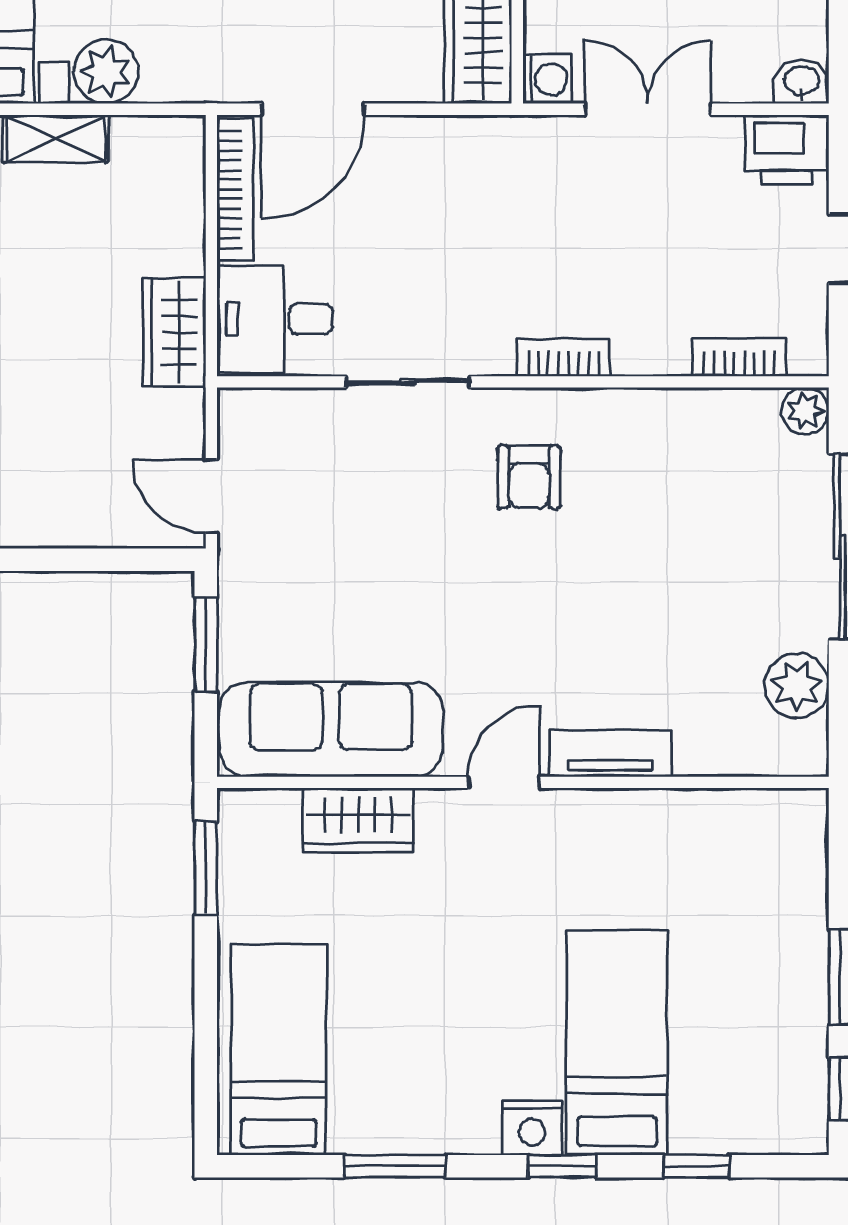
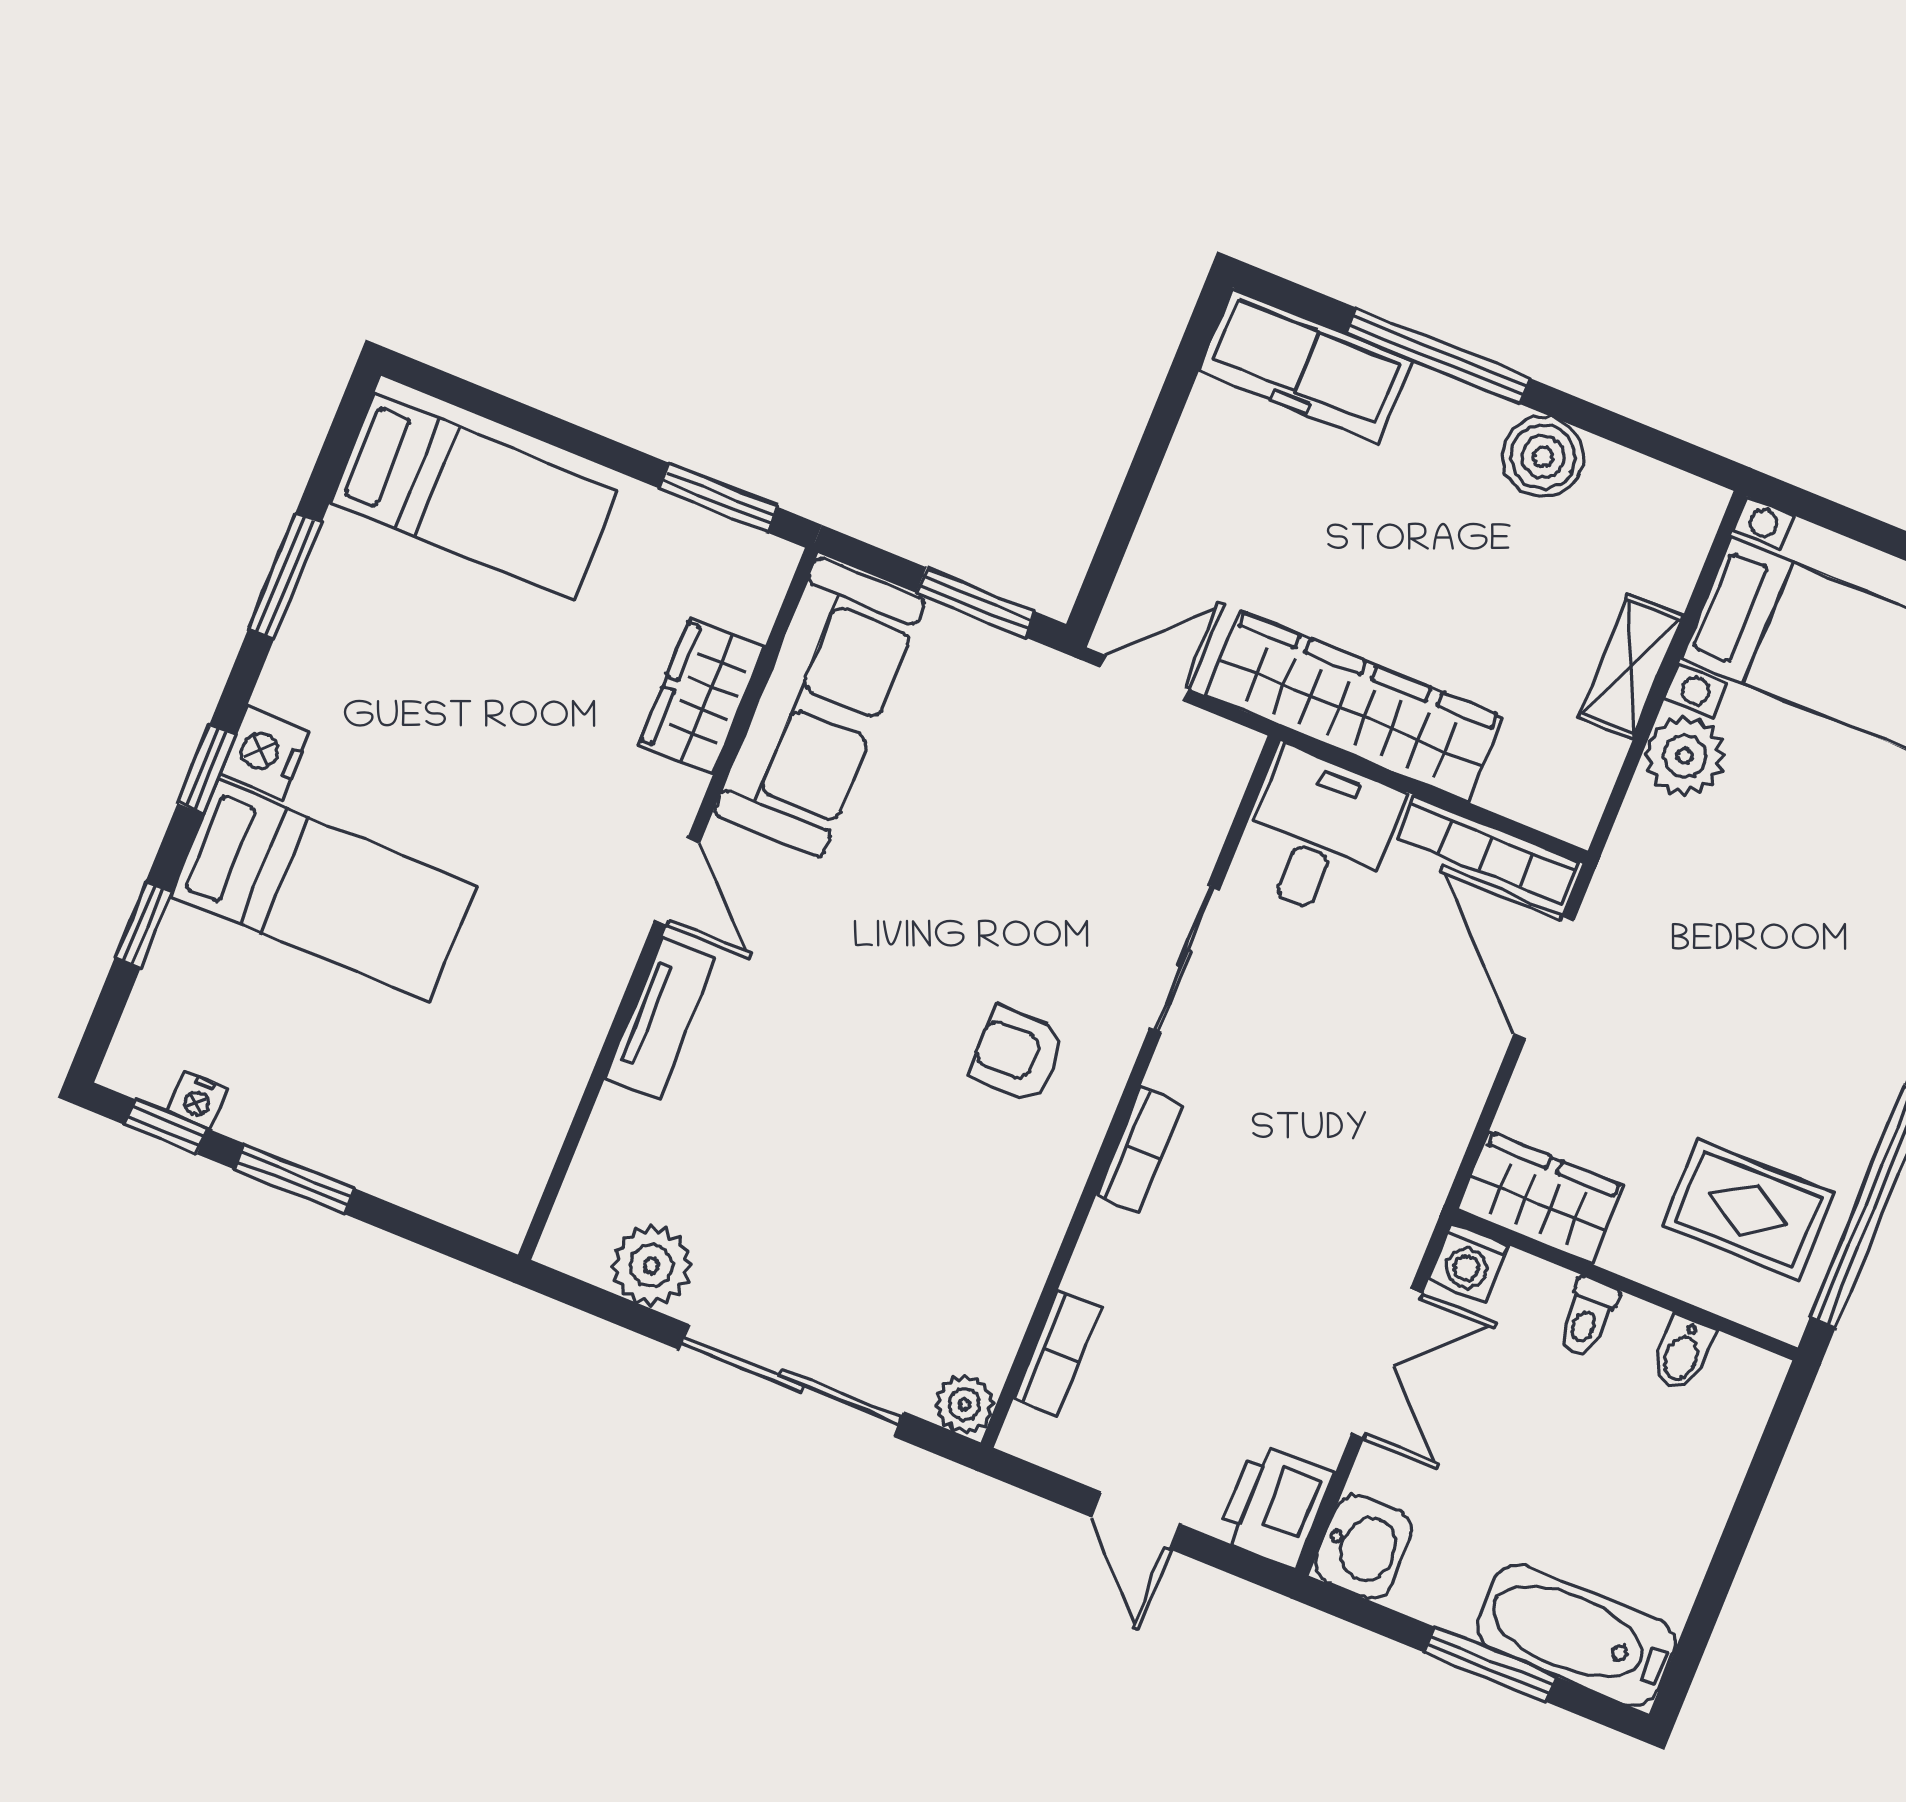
washbasin: (801, 82) -> (1363, 1547), width x1.38, depth x1.45
wardrobe: (174, 332) -> (1354, 706), width x2.10, depth x1.17
nightstand: (811, 1072) -> (198, 1100), added

